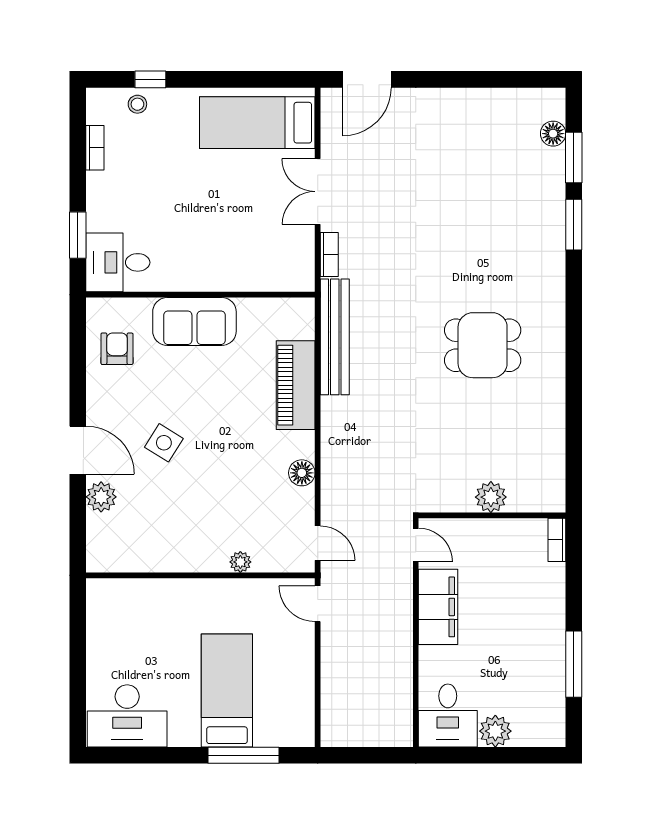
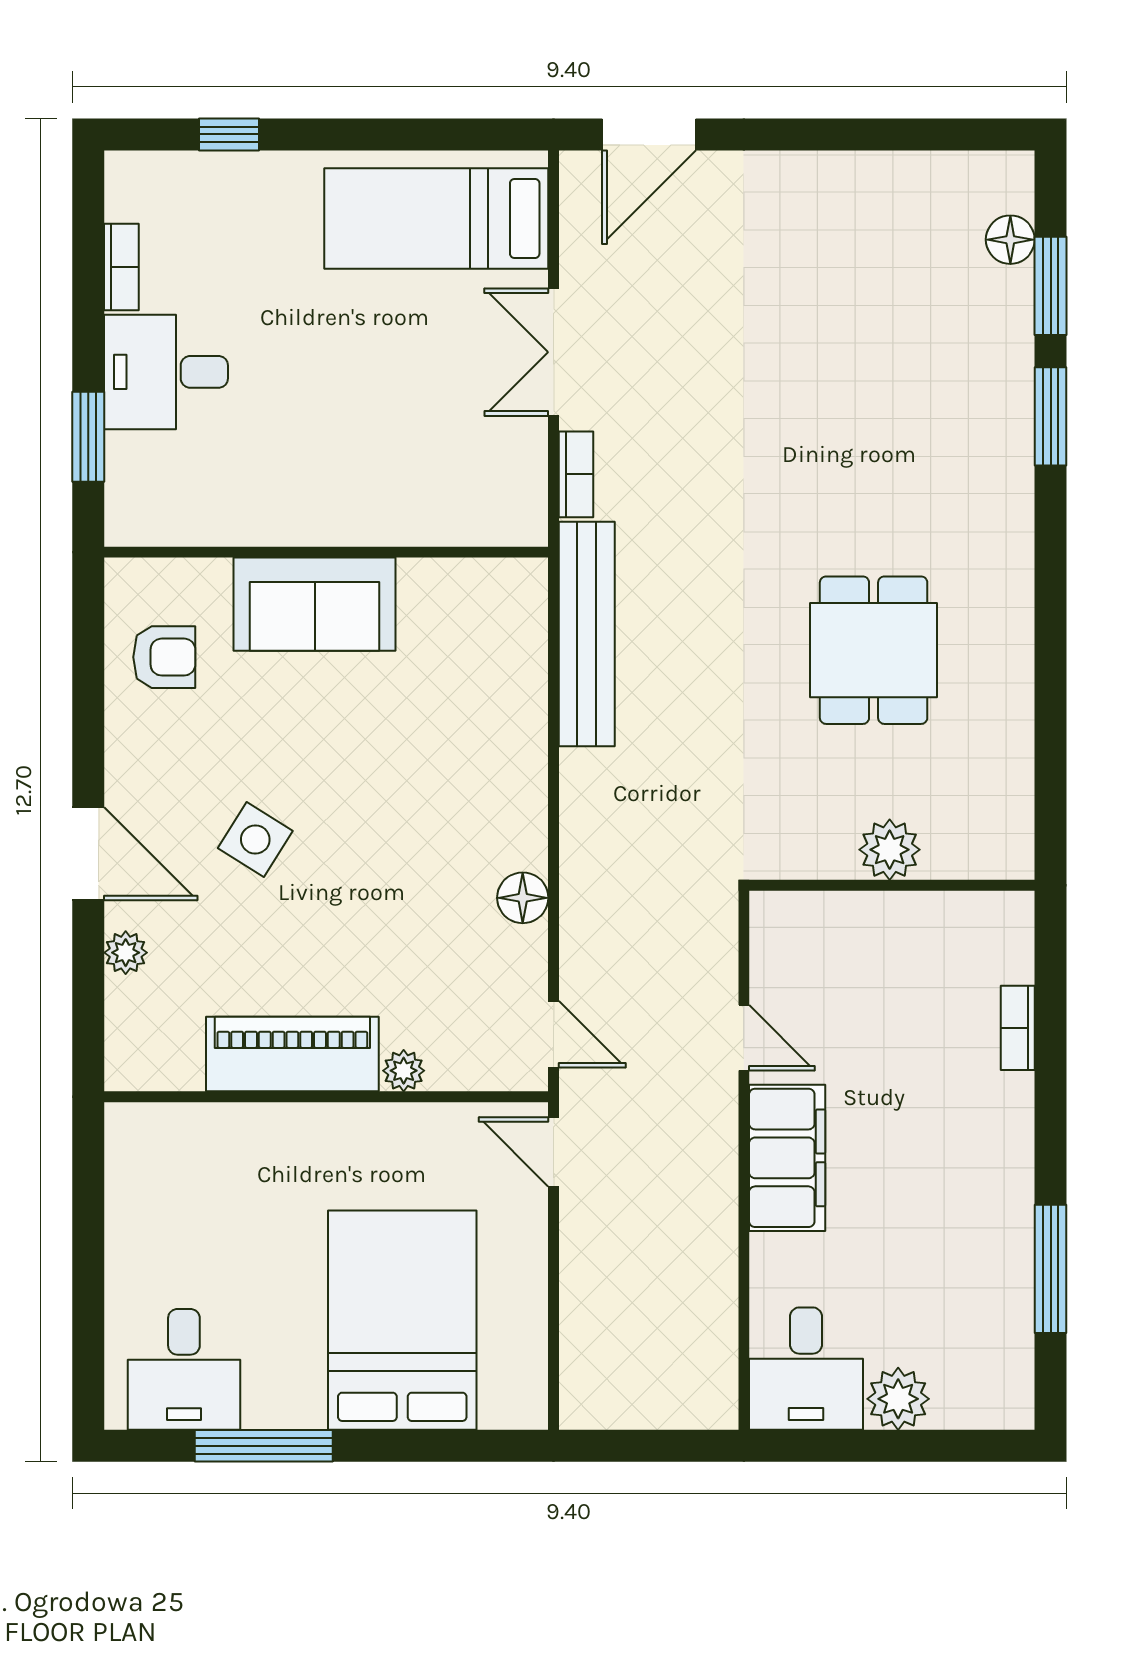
stool: (137, 104) -> (204, 183), removed
desk: (118, 262) -> (166, 372), moved
dining table: (483, 345) -> (874, 650), turned 90
armchair: (117, 349) -> (164, 657), turned 90
piano: (296, 385) -> (292, 1054), moved, turned 90
plant: (101, 497) -> (126, 953), width x0.73, depth x0.73
plant: (491, 497) -> (890, 850), moved
wall: (492, 515) -> (892, 885), moved
bed: (227, 691) -> (402, 1320), width x1.50
desk: (127, 716) -> (184, 1369), width x0.73
window: (243, 755) -> (264, 1446), moved

